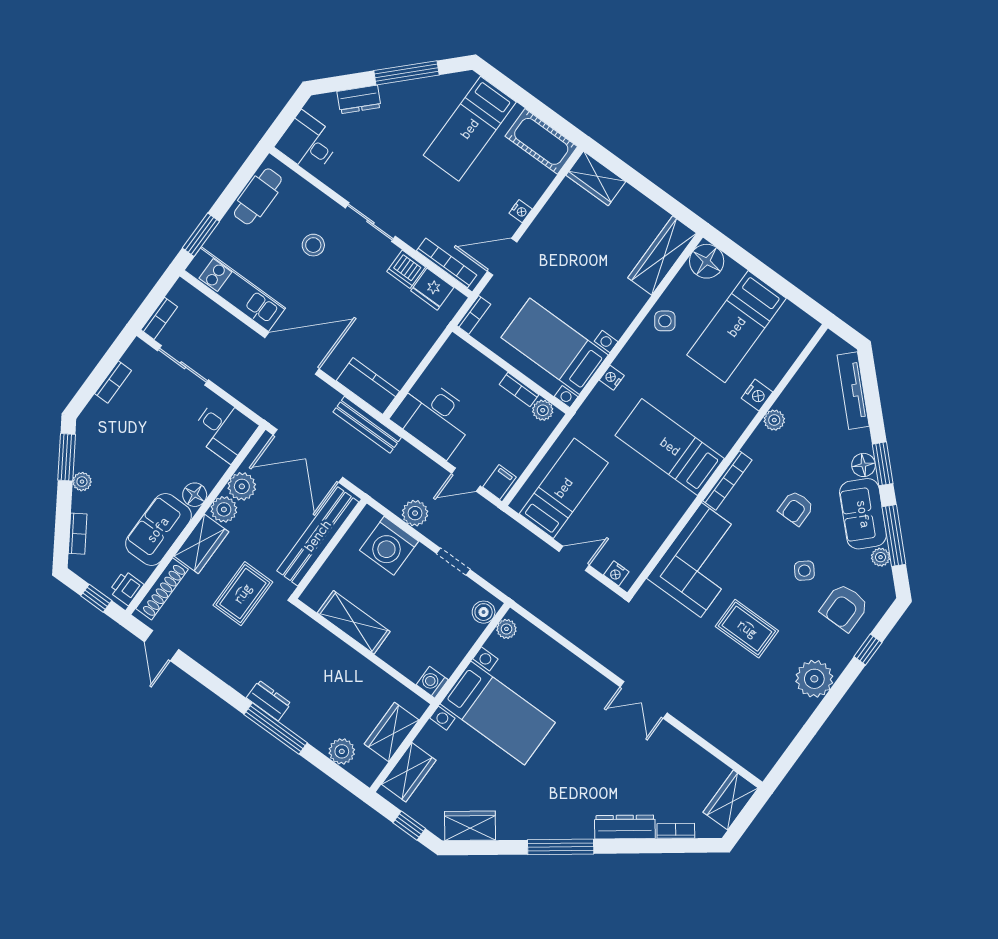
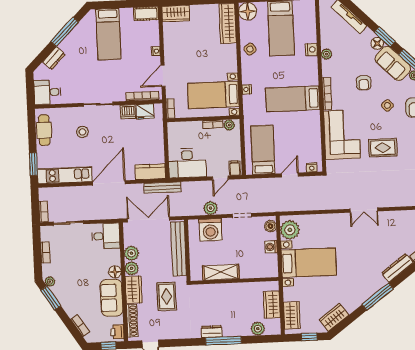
cot: (541, 141) -> (146, 14), width x0.73, depth x0.75
double door: (308, 456) -> (148, 219), swing flipped
plant: (82, 482) -> (50, 282), moved
plant: (506, 629) -> (290, 230), width x1.87, depth x1.87
washing machine: (432, 682) -> (271, 247), moved

